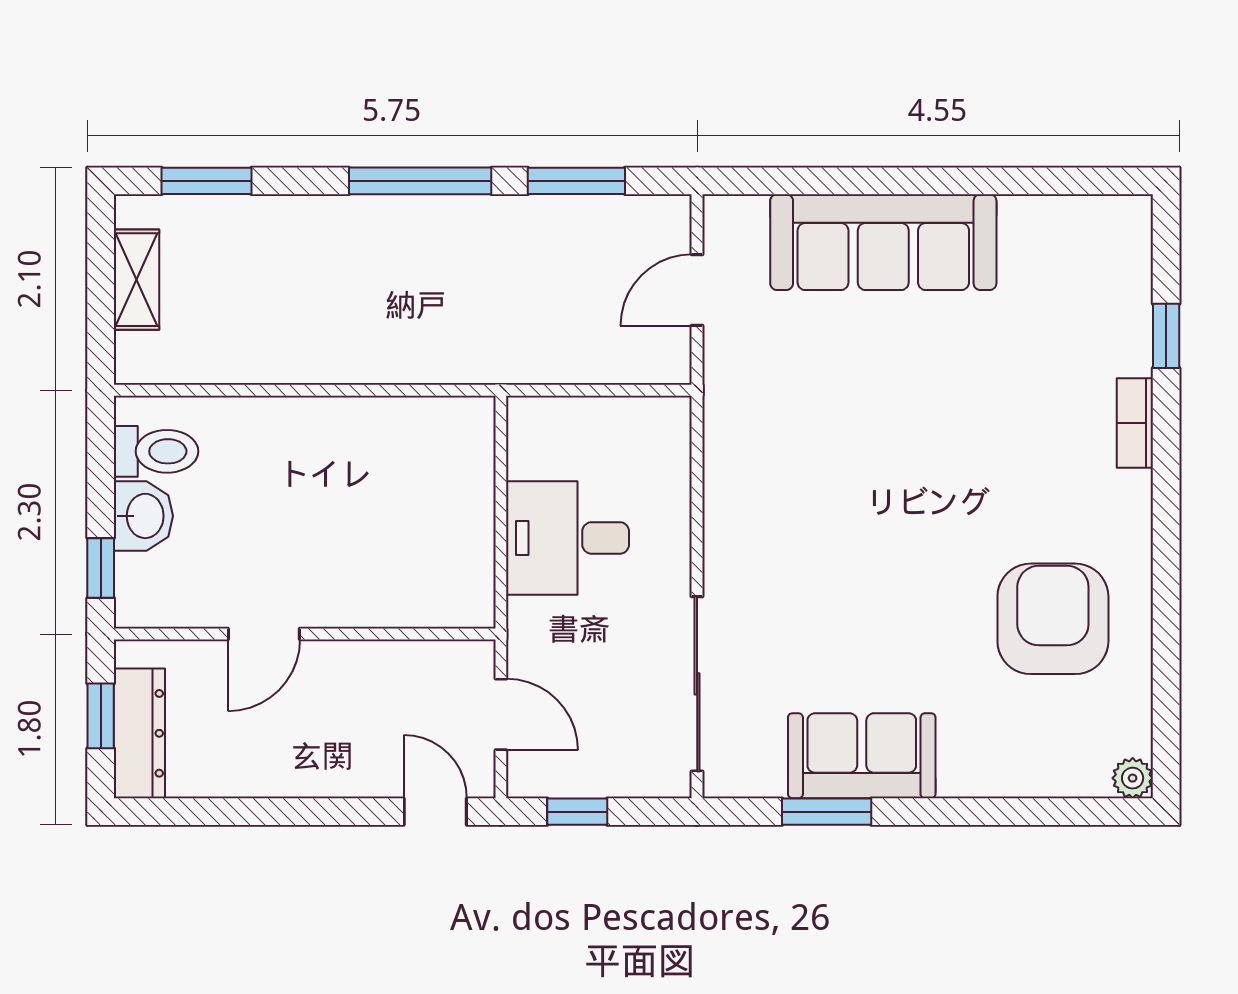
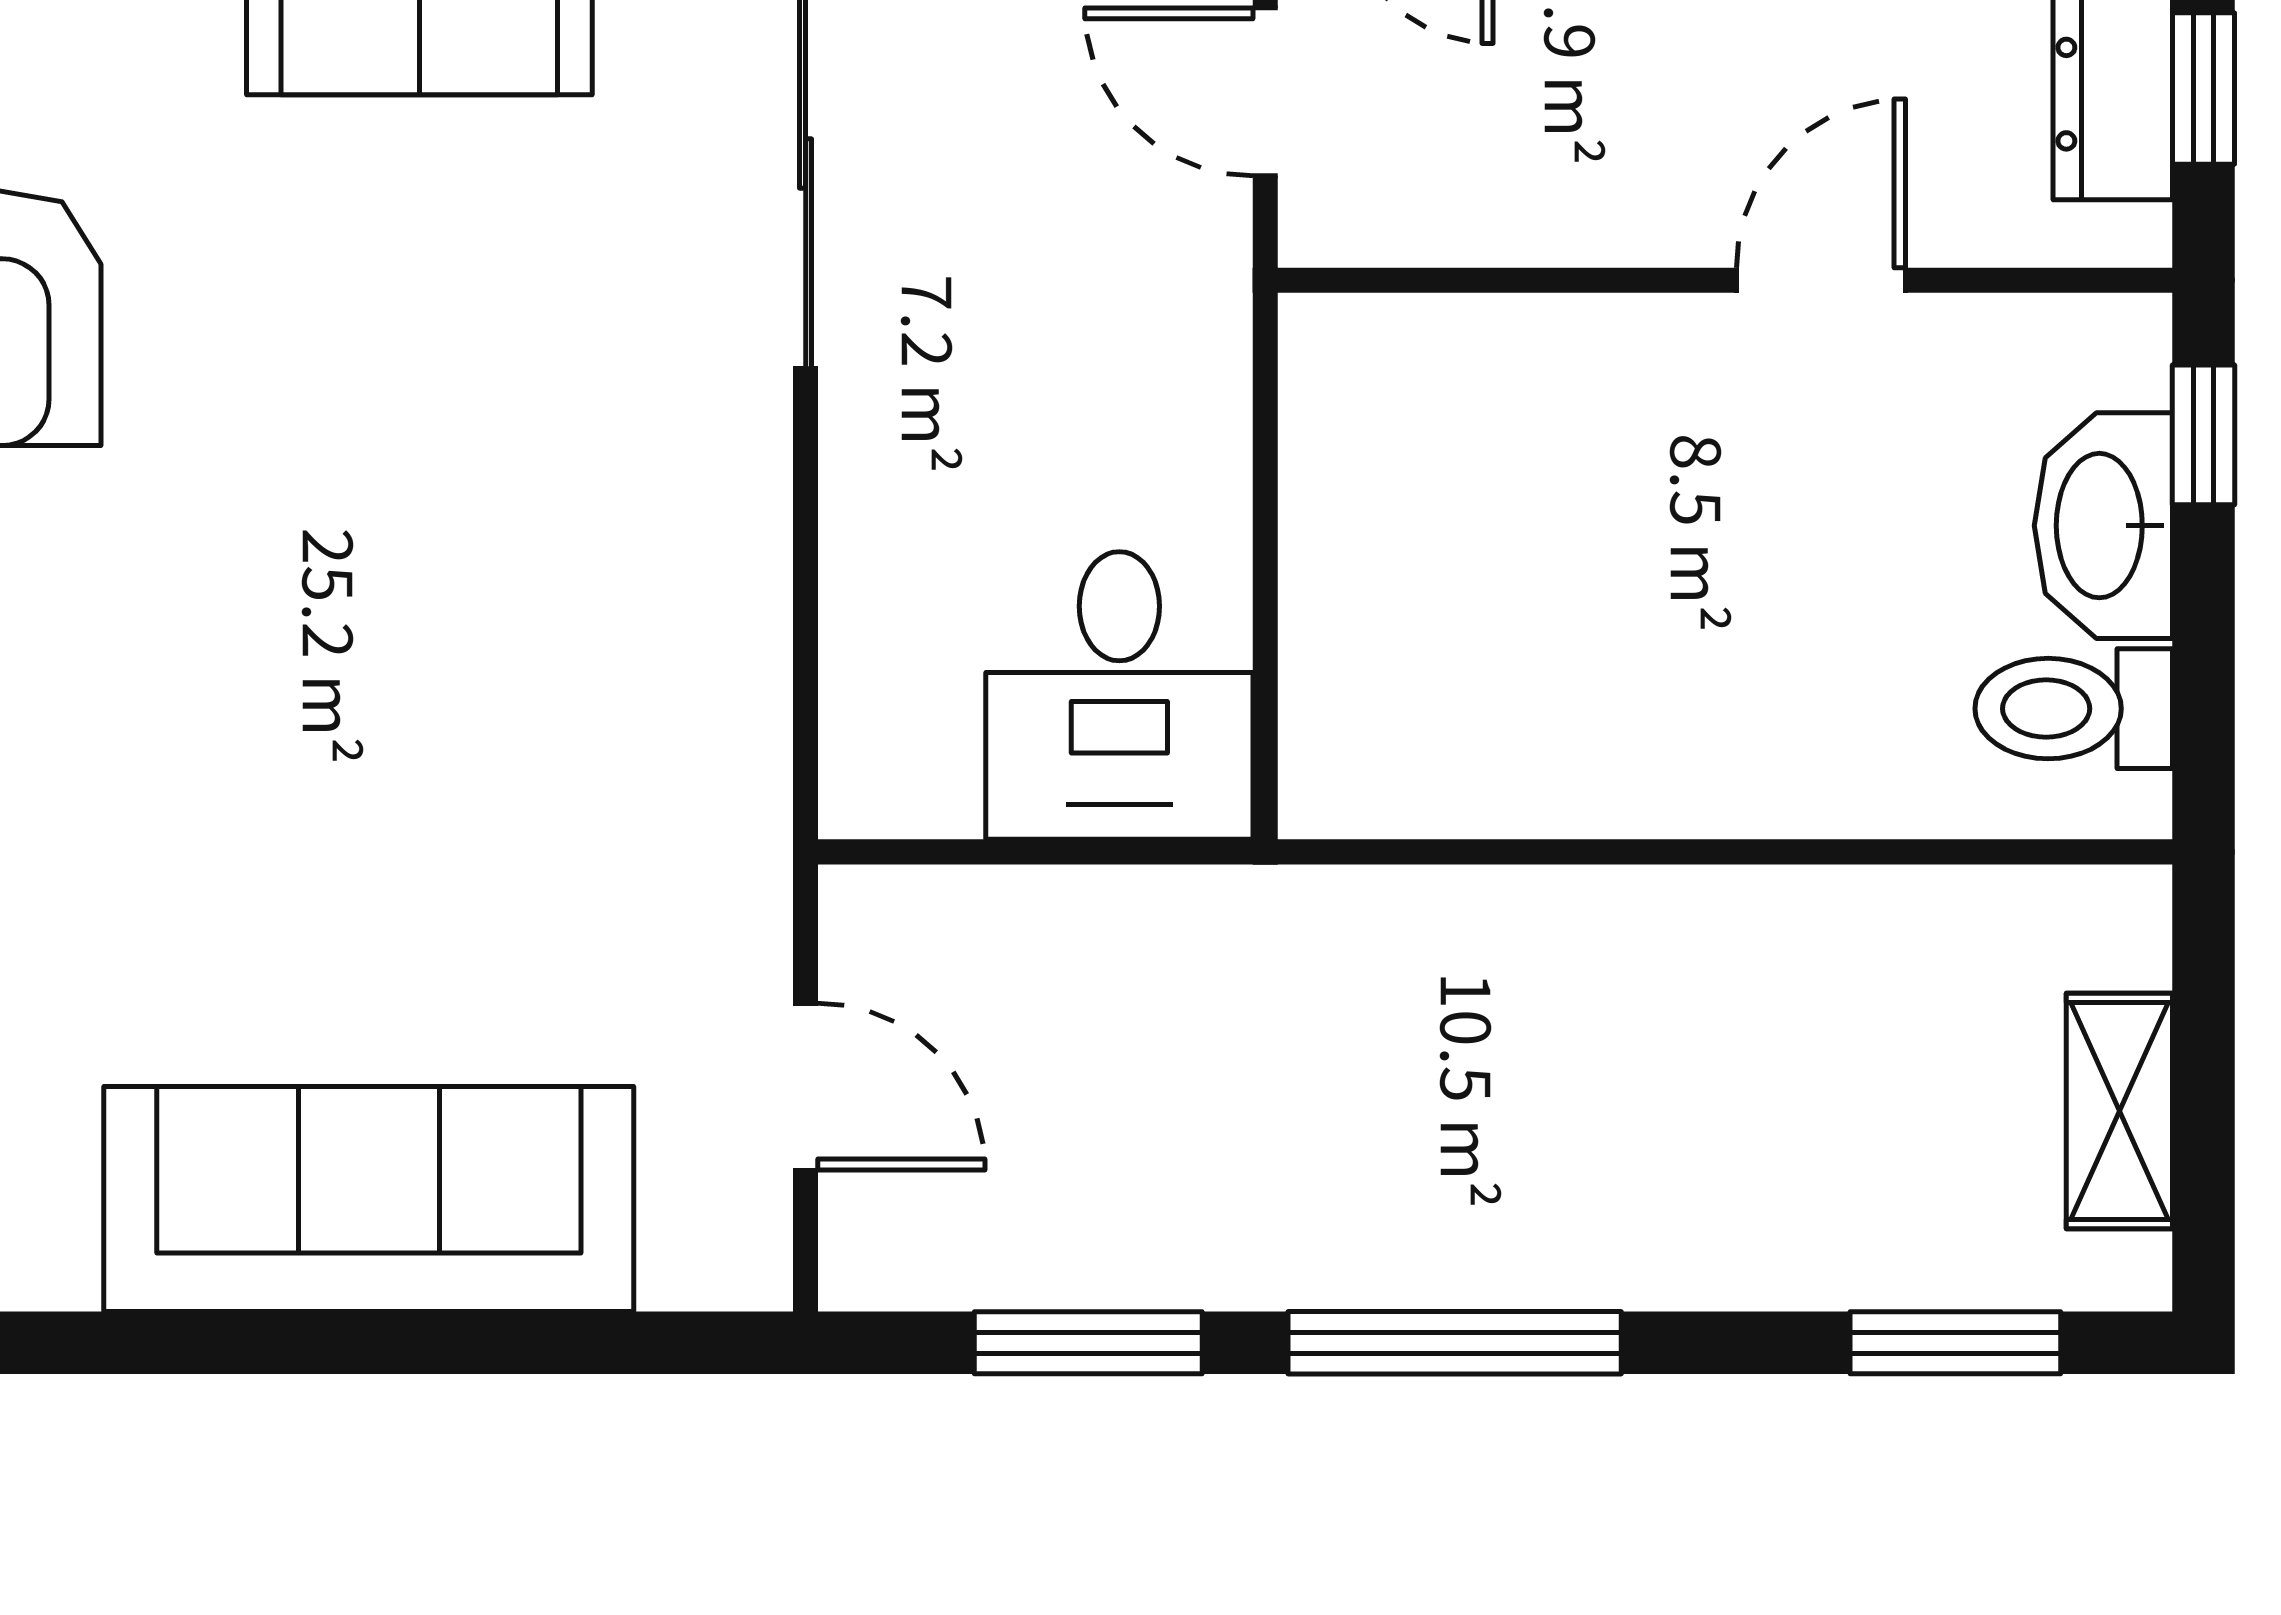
door: (697, 290) -> (806, 1087), hinge flipped
washbasin: (143, 516) -> (2103, 526), width x1.38
desk: (568, 538) -> (1119, 696), moved, turned 90

